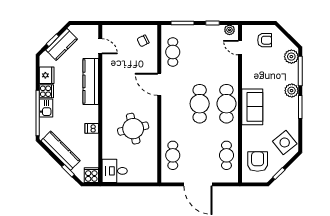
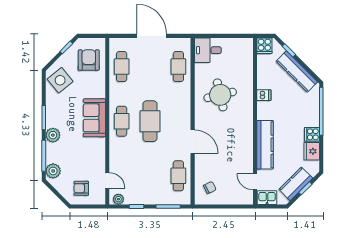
cafe table: (226, 104) -> (122, 121), width x0.73, depth x0.74
kitchen sink: (46, 108) -> (267, 198), moved, turned 90
armchair: (258, 162) -> (89, 60), turned 180
desk: (115, 171) -> (208, 50), moved, turned 180

